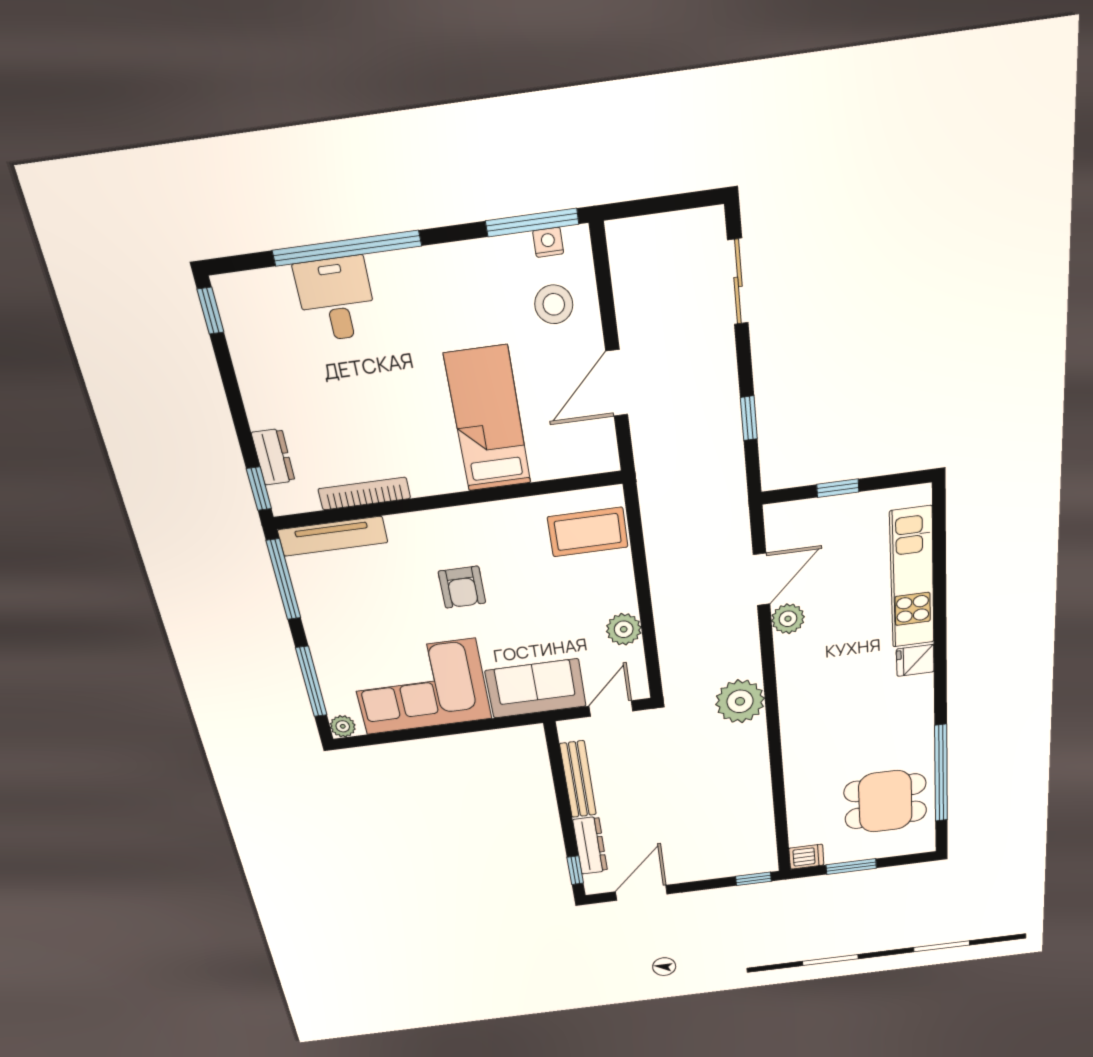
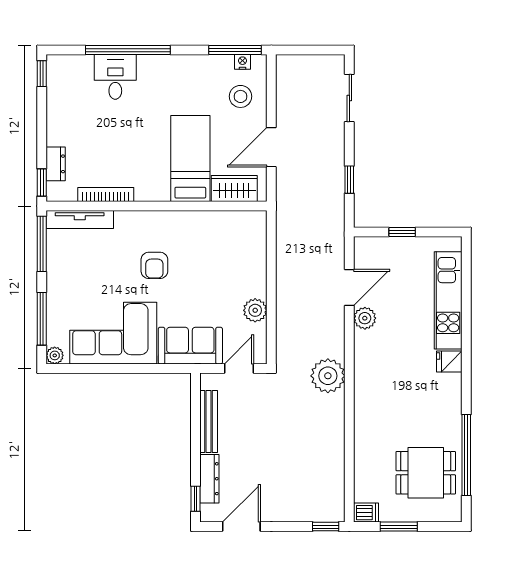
wardrobe: (566, 457) -> (234, 188), added
coffee table: (588, 532) -> (241, 239), removed

